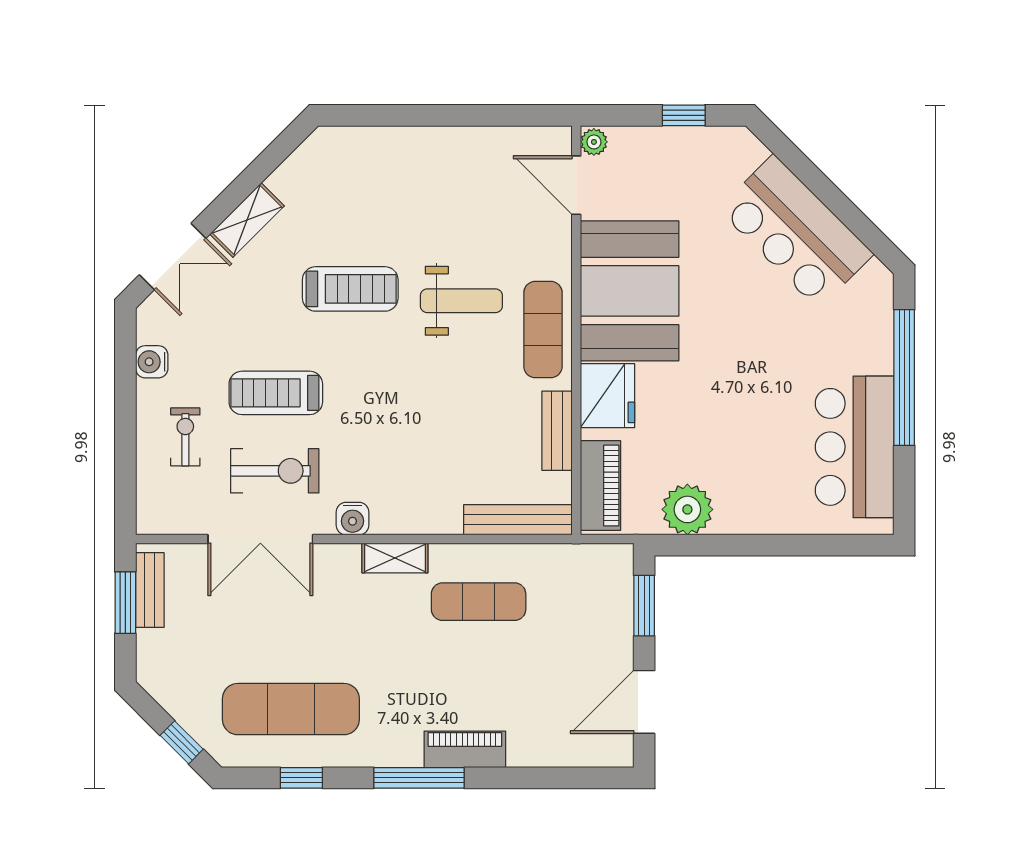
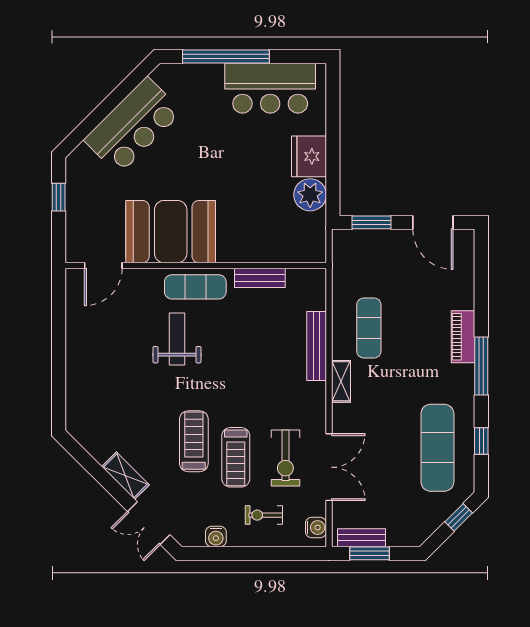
plant: (594, 142) -> (76, 254), removed
double door: (173, 256) -> (149, 523), swing flipped
treadmill: (350, 289) -> (194, 441), moved
fridge: (608, 396) -> (309, 156), moved, turned -90
exercise bike: (275, 471) -> (285, 458), turned 180
piano: (601, 486) -> (295, 250), removed
water cooler: (353, 519) -> (316, 528), moved
bench: (518, 520) -> (317, 346), moved

